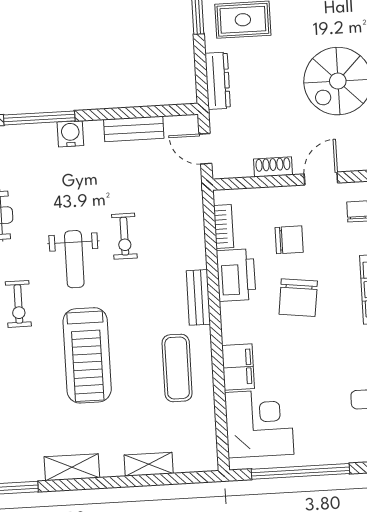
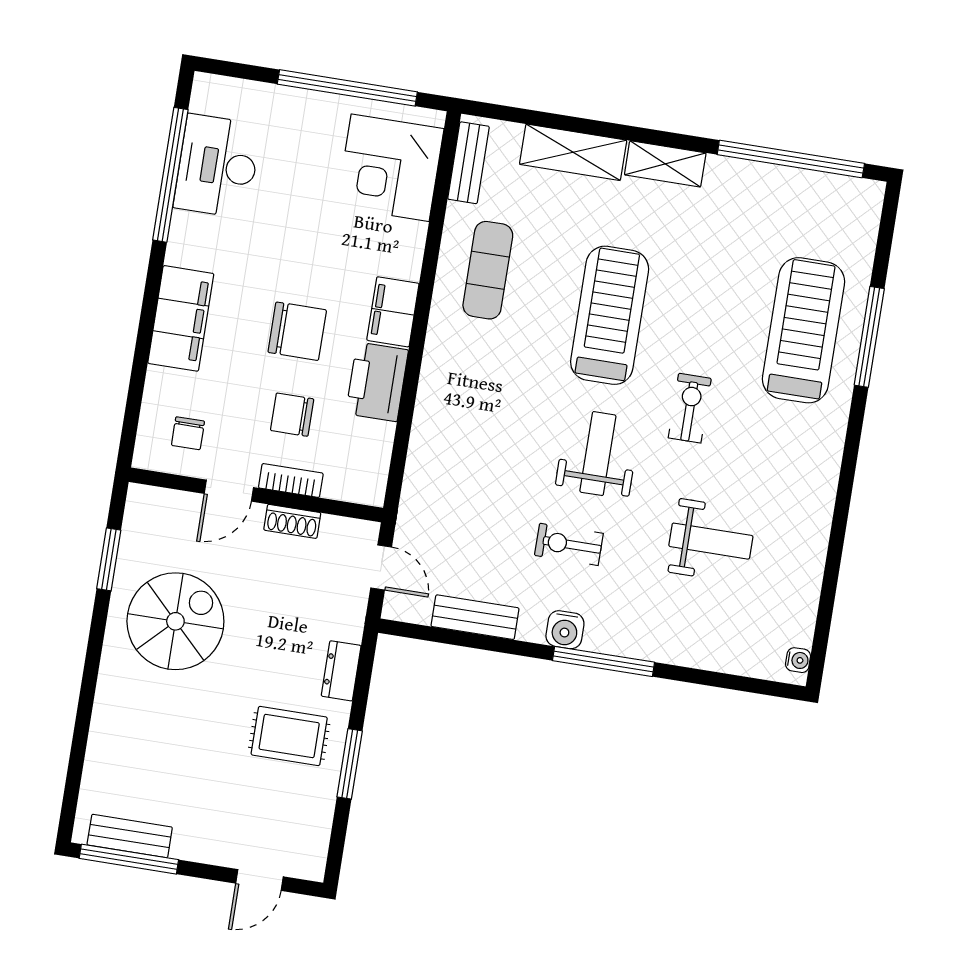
dresser: (218, 81) -> (341, 671), width x0.70
bookcase: (224, 226) -> (291, 480), moved, turned 90
exercise bike: (124, 236) -> (569, 544), moved, turned -90
bench: (198, 297) -> (469, 163), moved
chair: (298, 298) -> (297, 331), turned 83
filing cabinet: (238, 367) -> (393, 312), moved
shelving: (149, 464) -> (573, 152), width x1.50, depth x1.33

